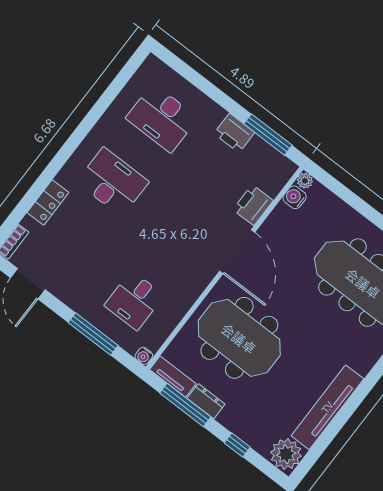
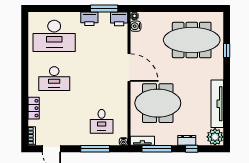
desk: (162, 118) -> (54, 36), width x1.36, depth x1.30
desk: (113, 182) -> (54, 79), turned 180
printer: (253, 205) -> (119, 19), moved, turned -90
dresser: (206, 401) -> (187, 140), moved

